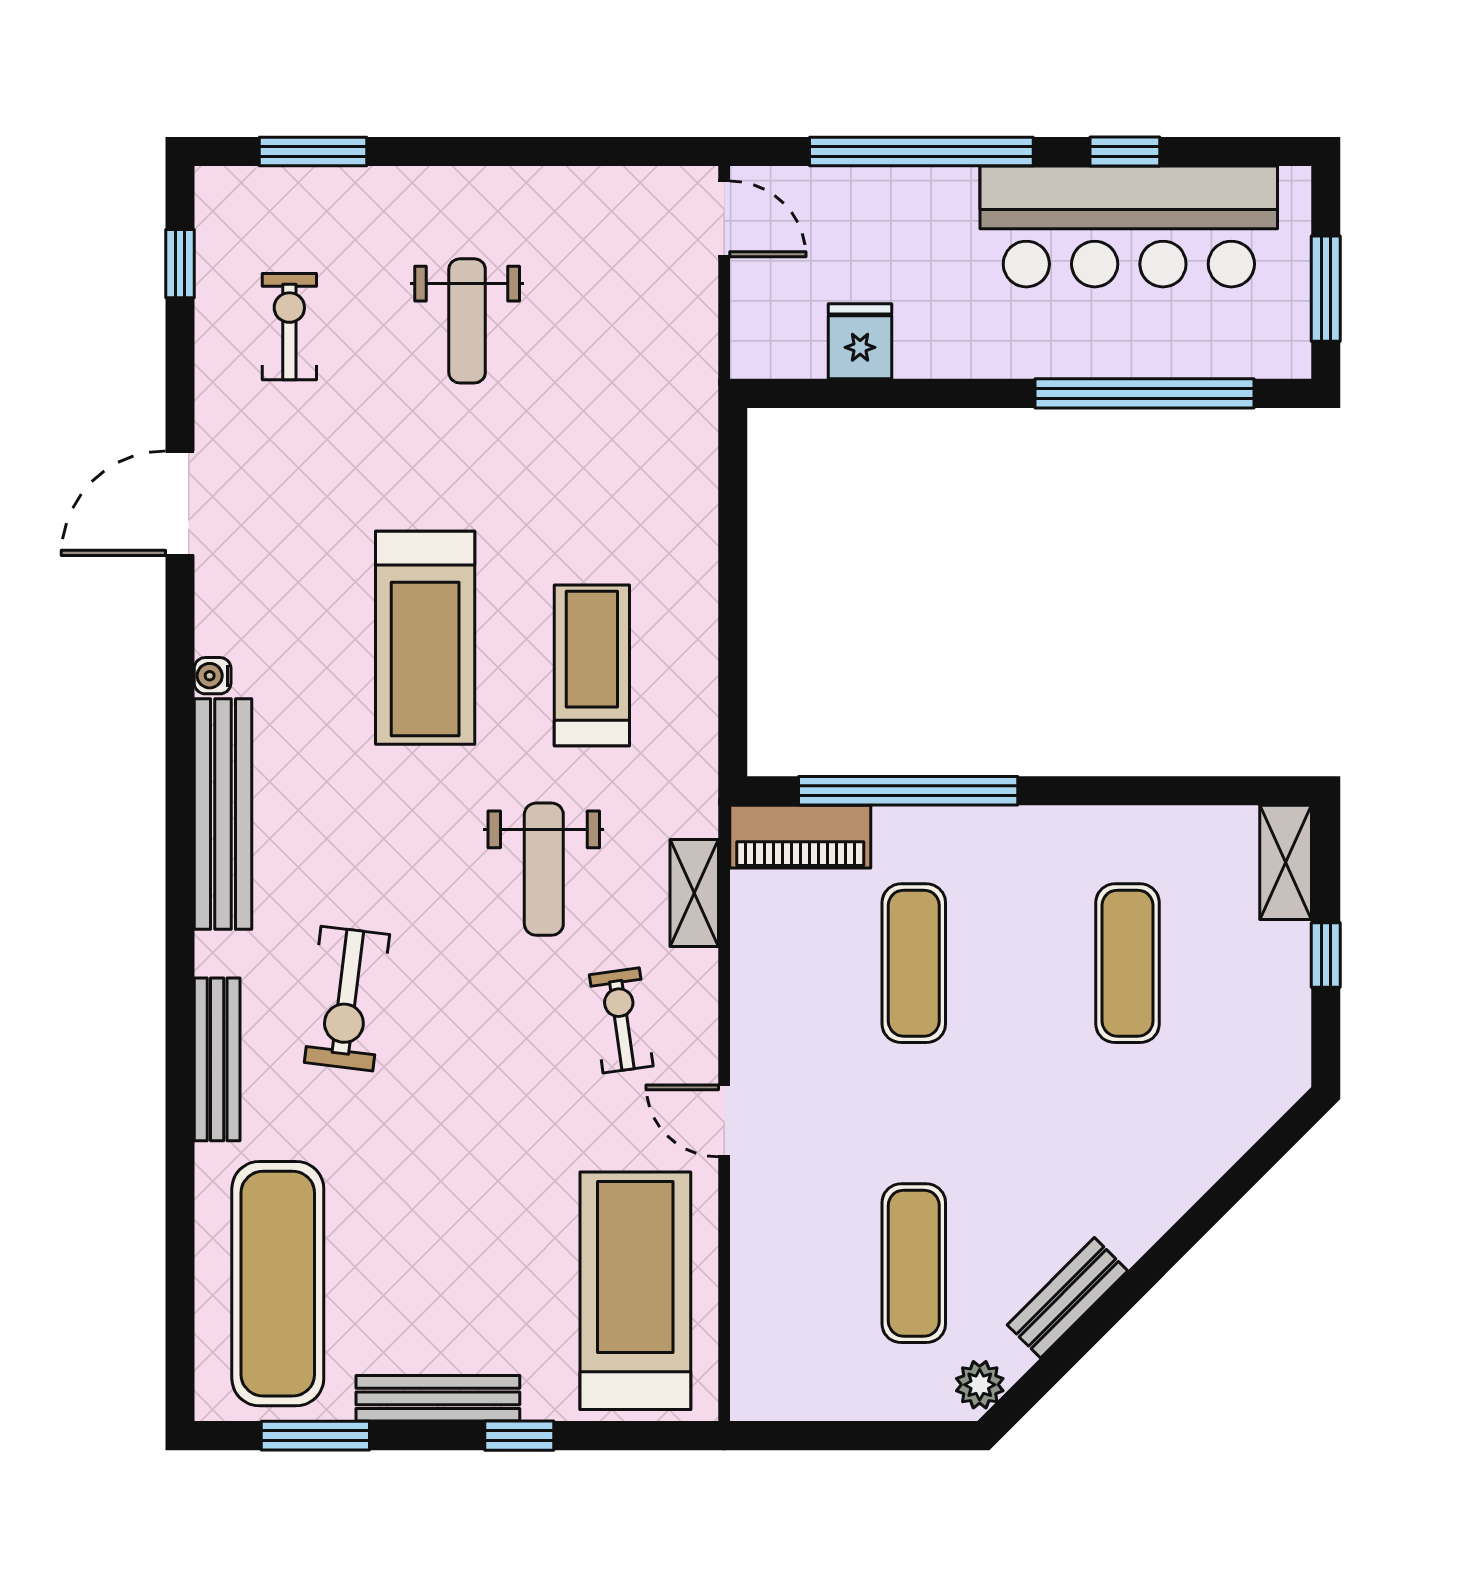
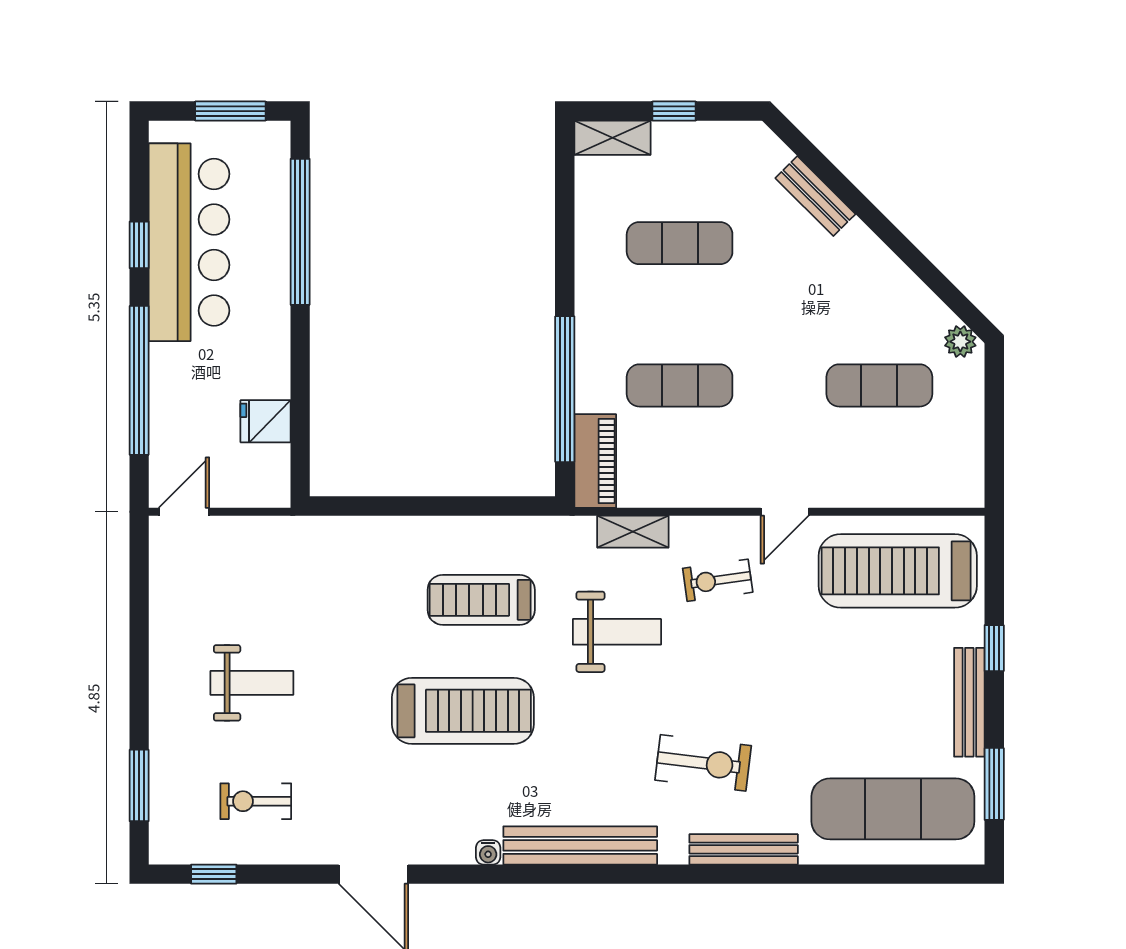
bench: (1067, 1298) -> (815, 196), moved

